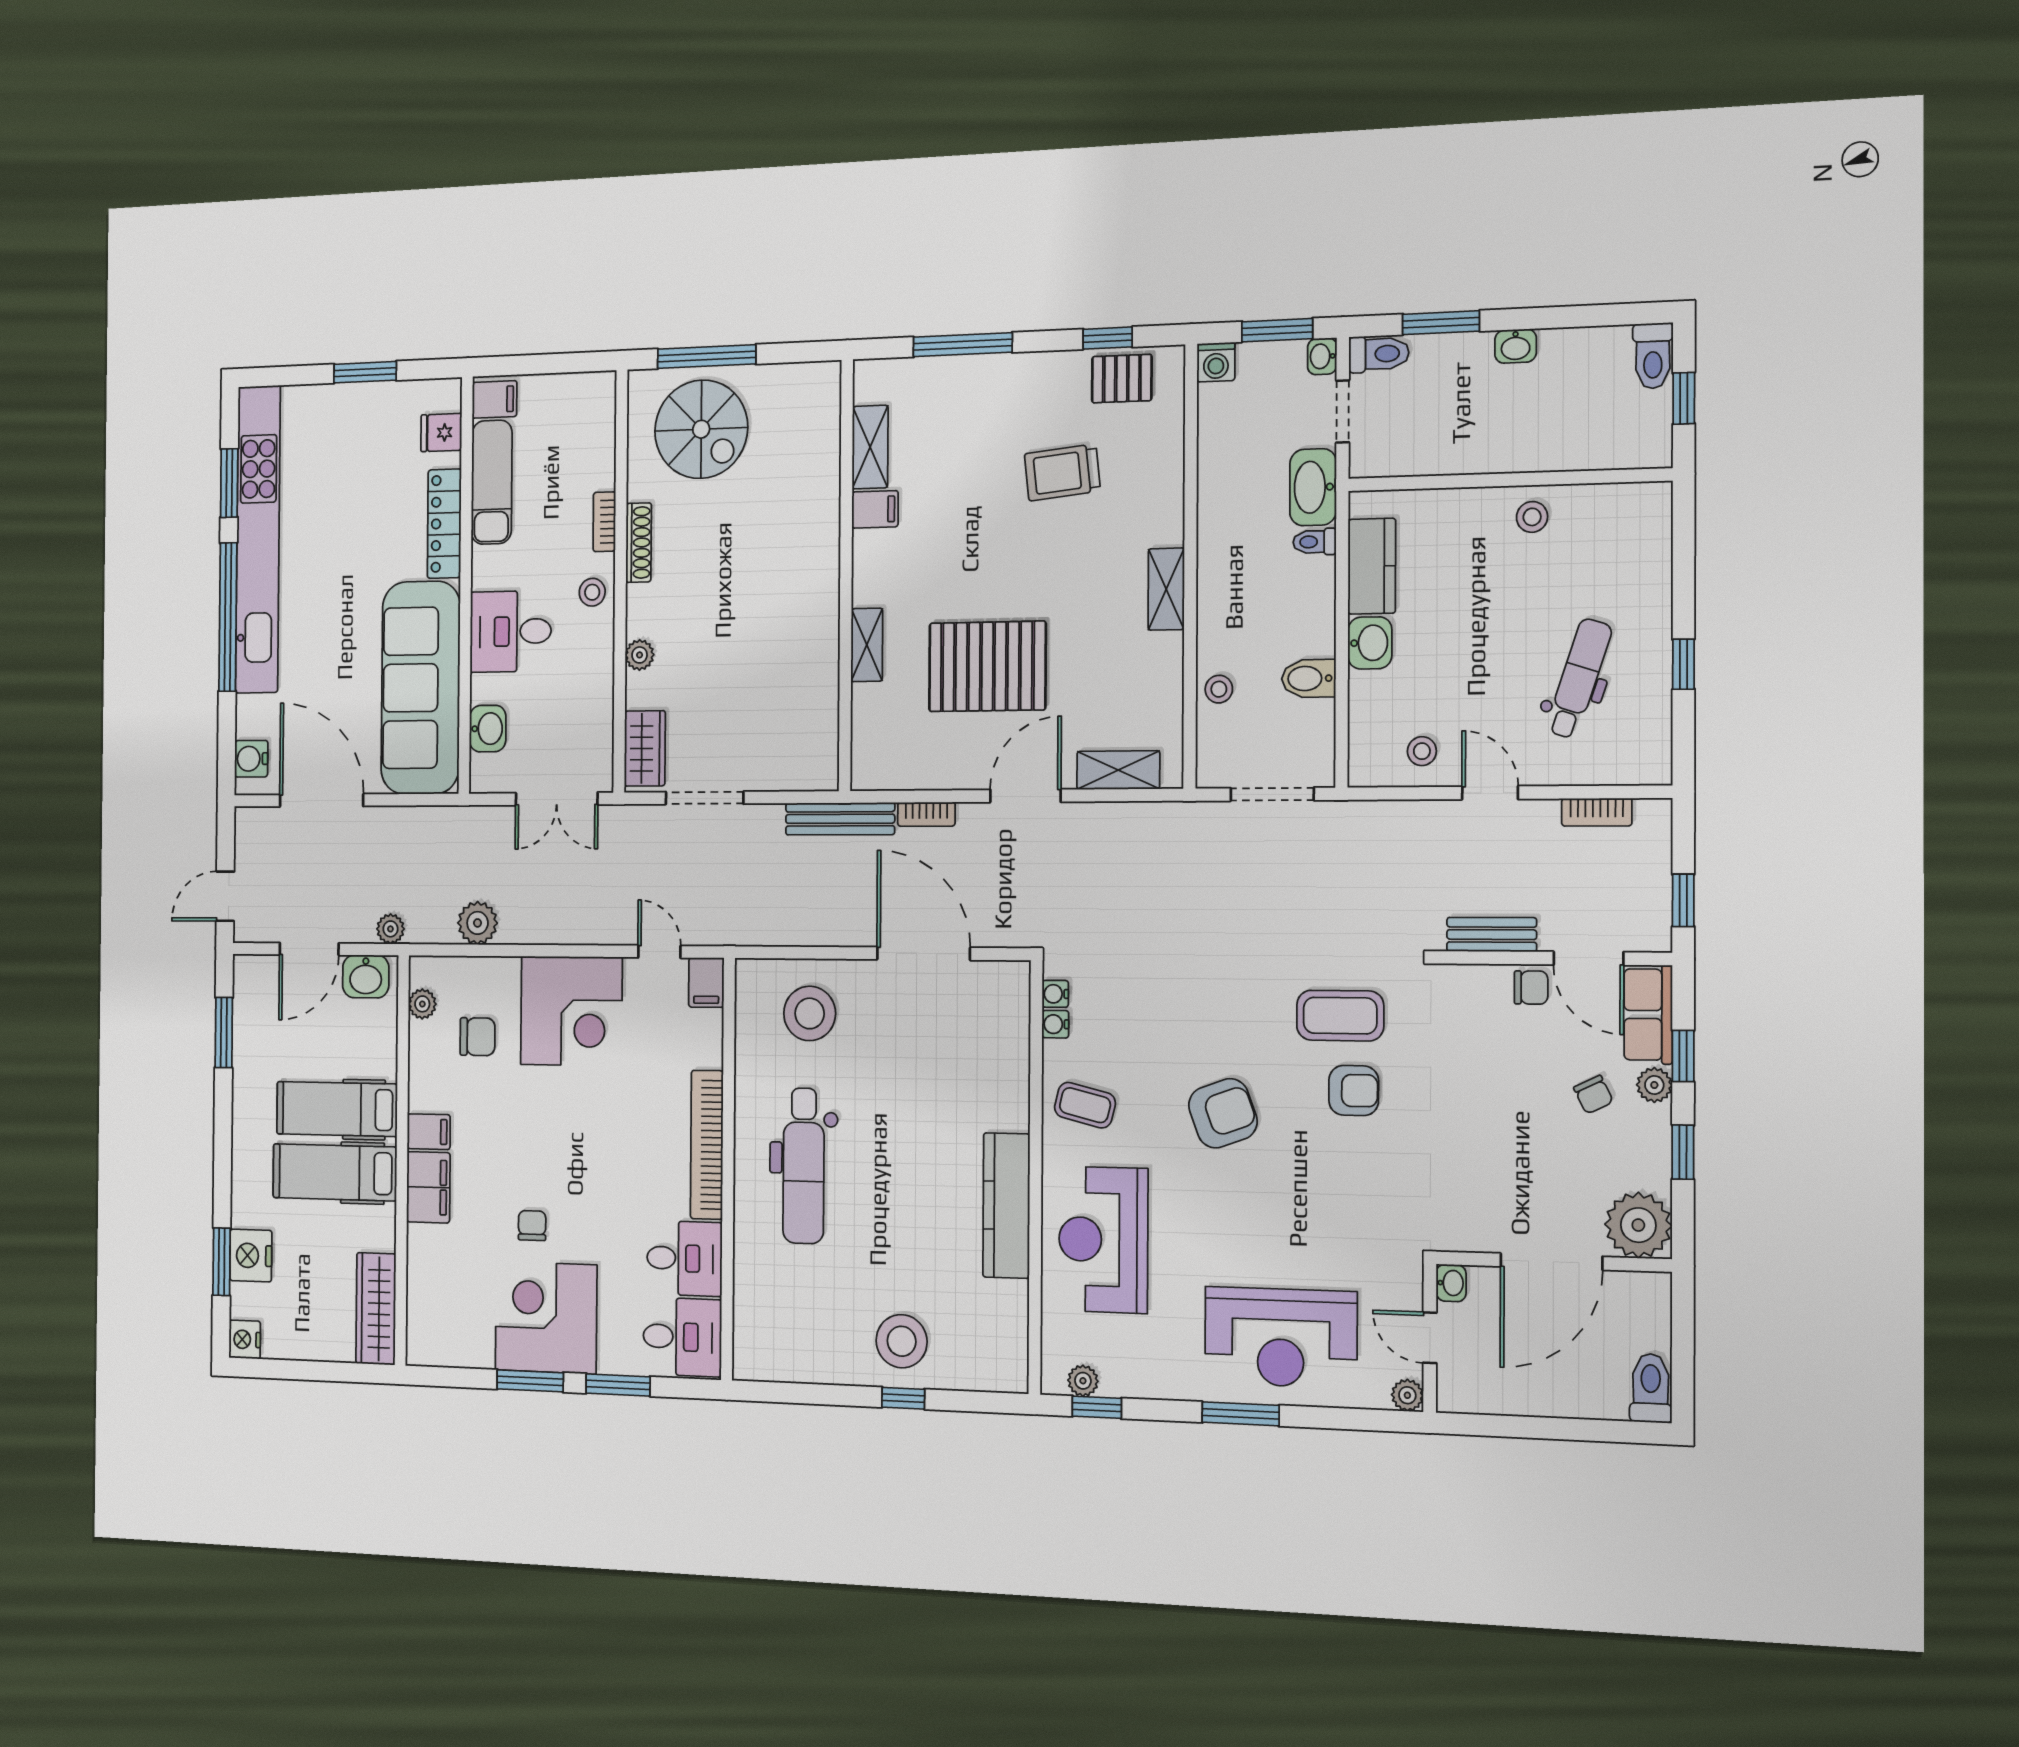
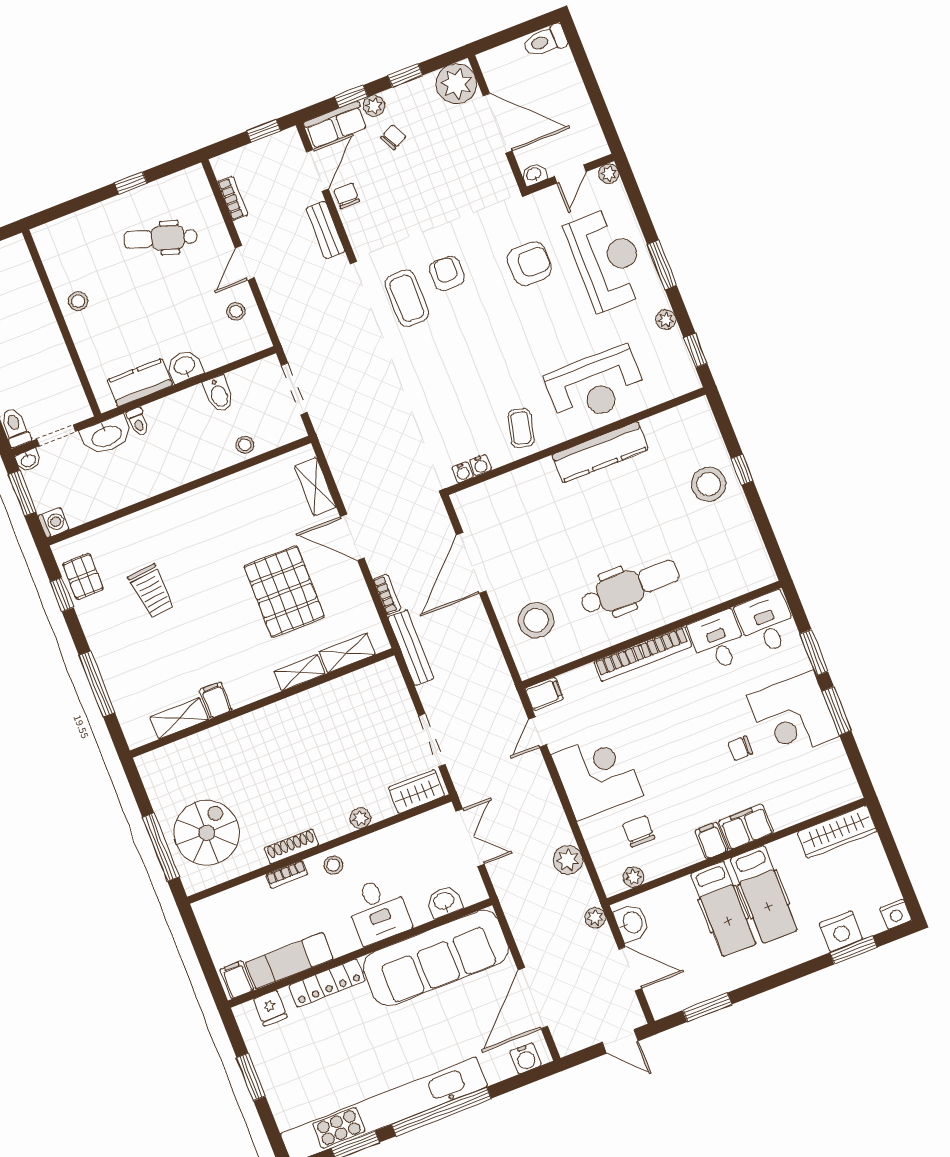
shelving: (1166, 589) -> (347, 653), moved
armchair: (1223, 1113) -> (529, 263), moved, turned 110
plant: (1083, 1381) -> (666, 320), moved

